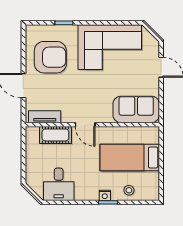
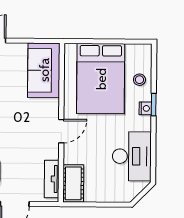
cot: (55, 135) -> (73, 183), moved
bed: (130, 157) -> (101, 79), width x1.50
desk: (59, 184) -> (132, 156), width x1.37

